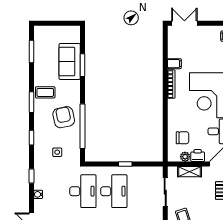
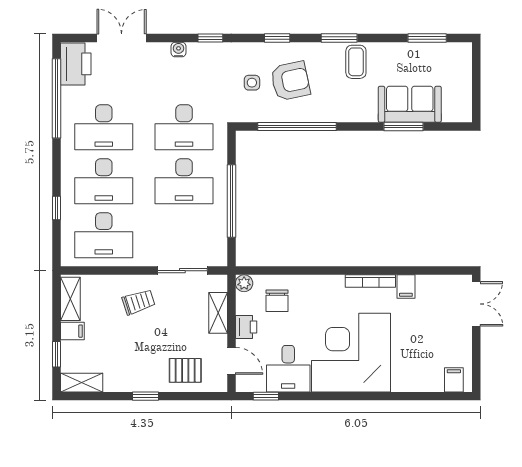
armchair: (64, 117) -> (290, 81), moved
plant: (185, 157) -> (244, 283), moved
window: (125, 164) -> (231, 201), width x3.17

